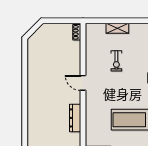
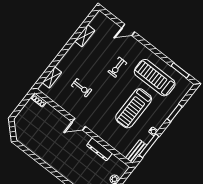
shelving: (117, 28) -> (52, 77), moved

